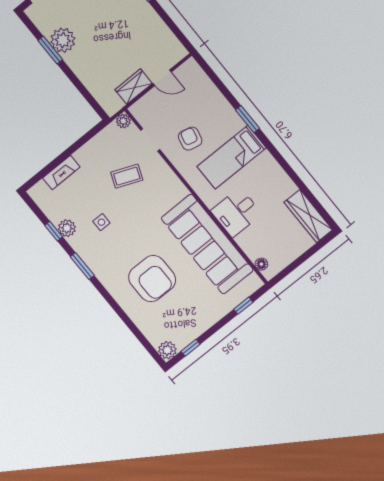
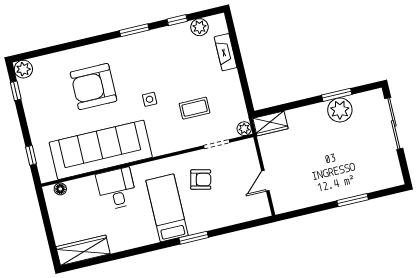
wardrobe: (134, 87) -> (271, 123), moved, turned 90
coffee table: (127, 176) -> (195, 108), turned 68
side table: (101, 222) -> (150, 99), moved
plant: (67, 228) -> (199, 27), moved

